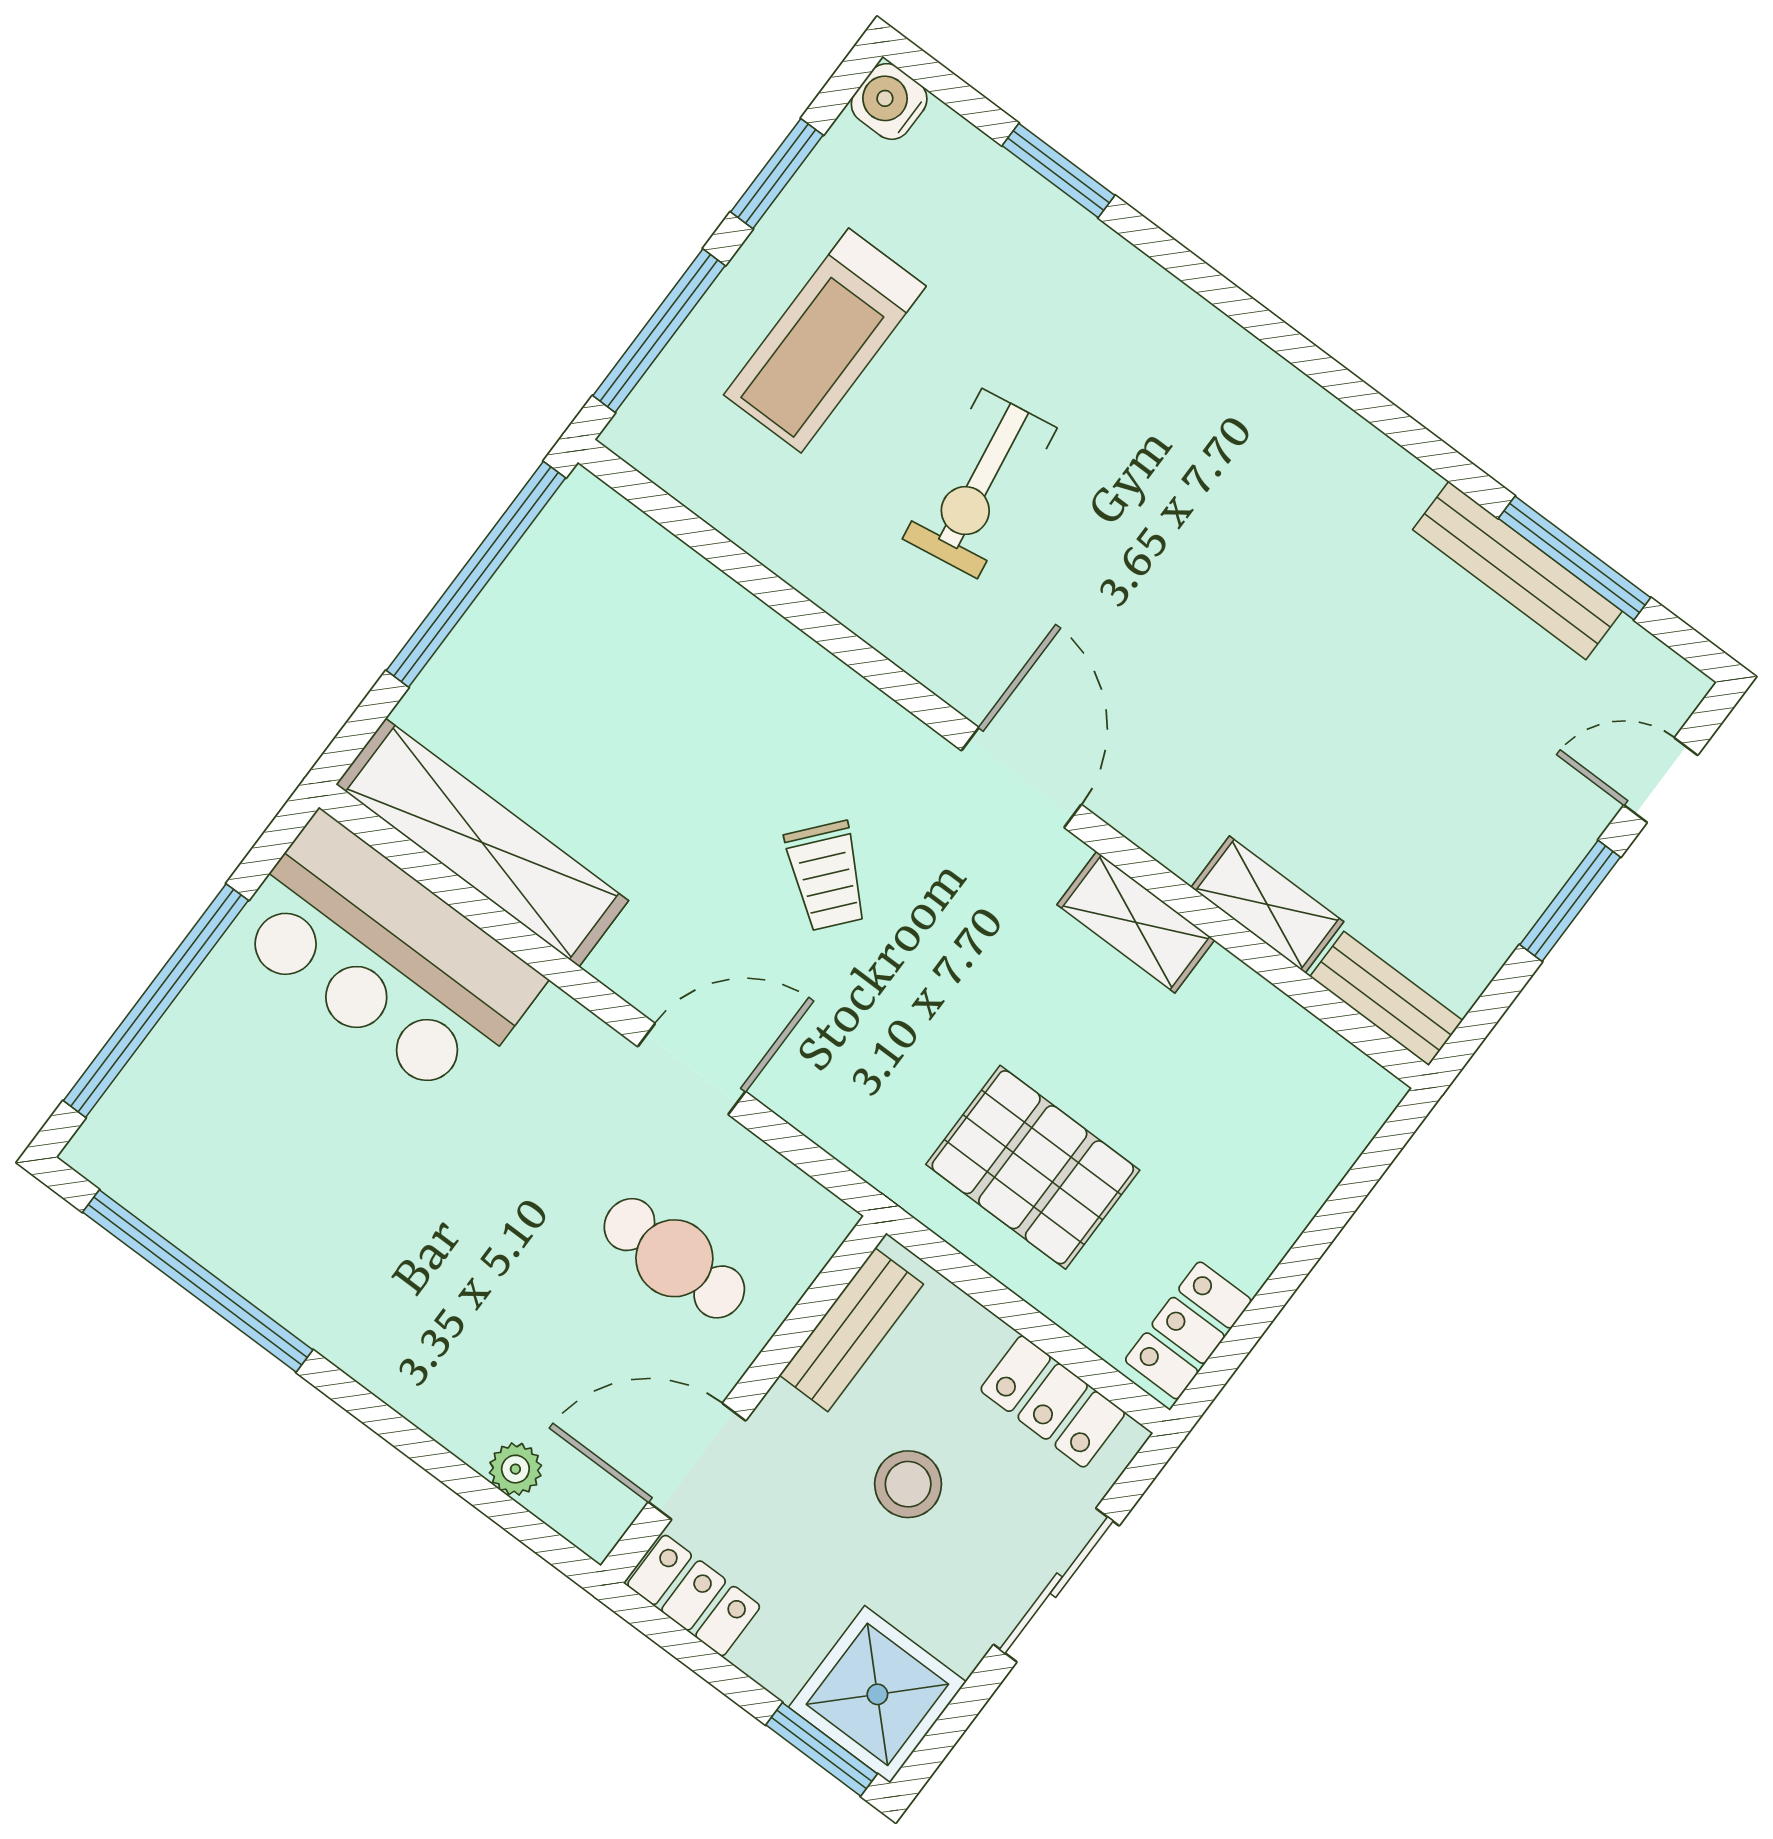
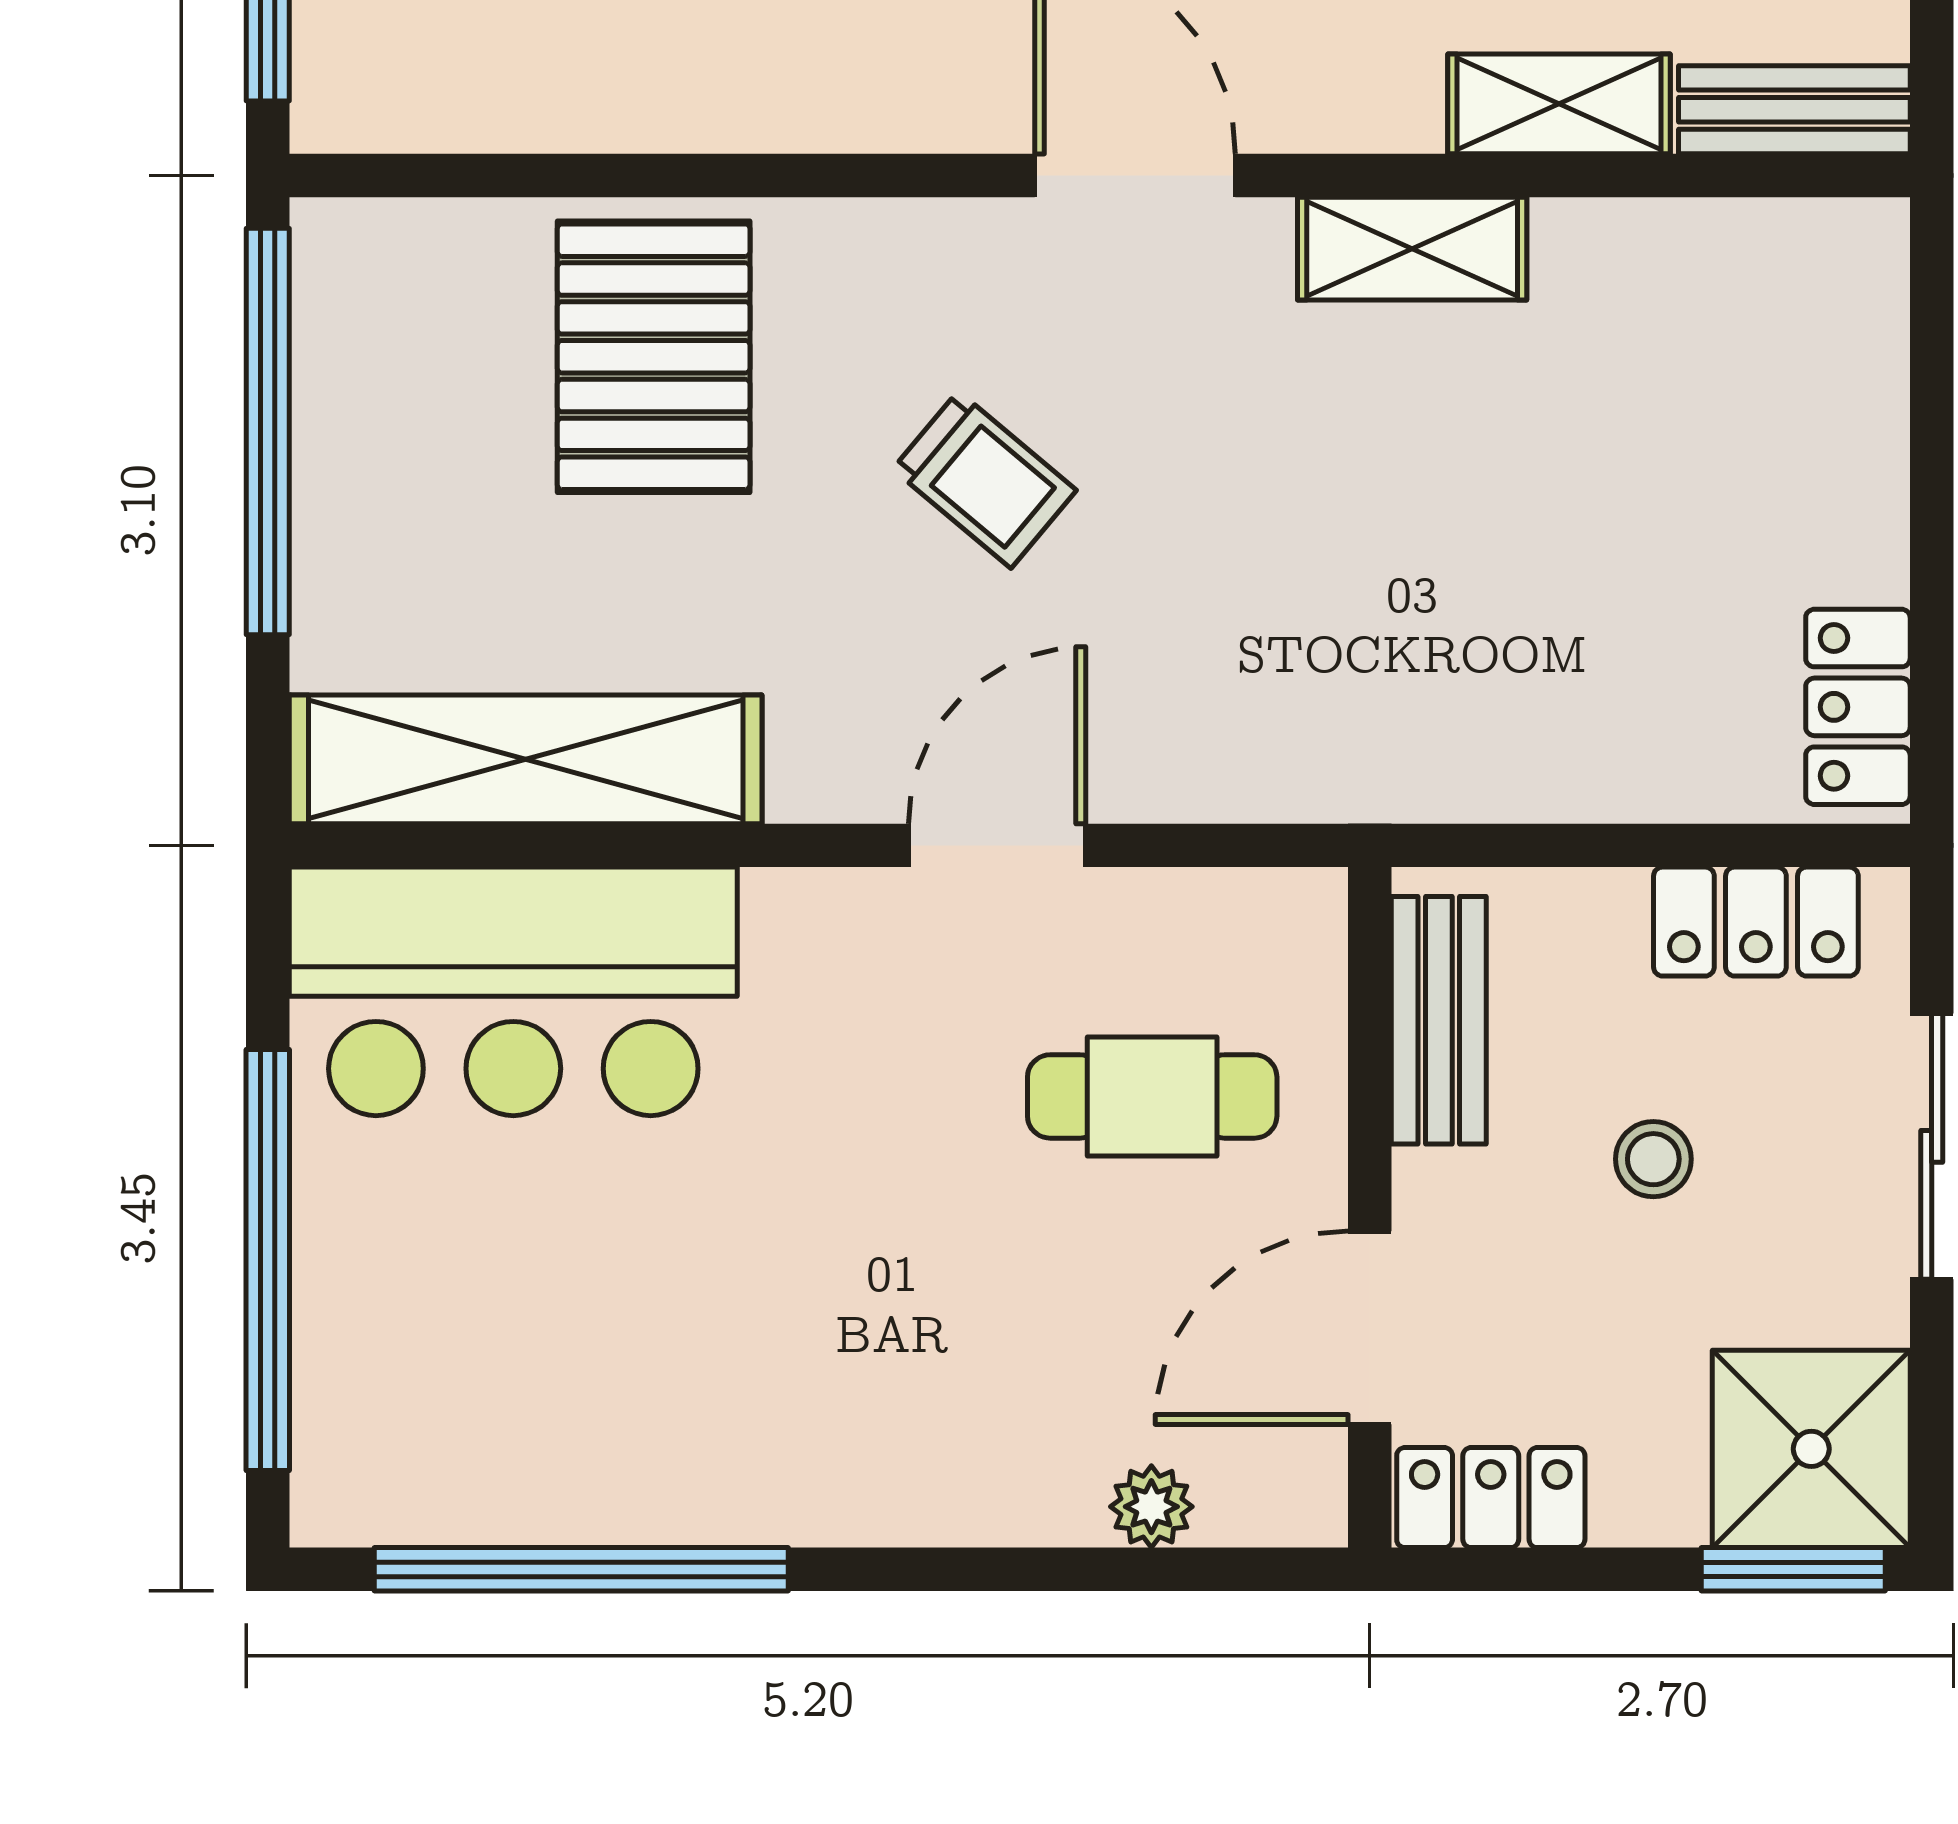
pallet: (1033, 1167) -> (654, 357), moved, turned 90
stool: (908, 1484) -> (1653, 1159), width x0.73, depth x0.73

